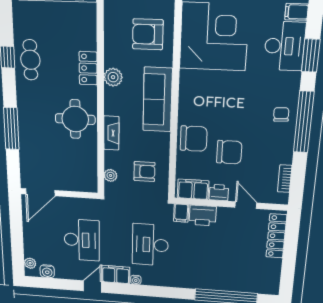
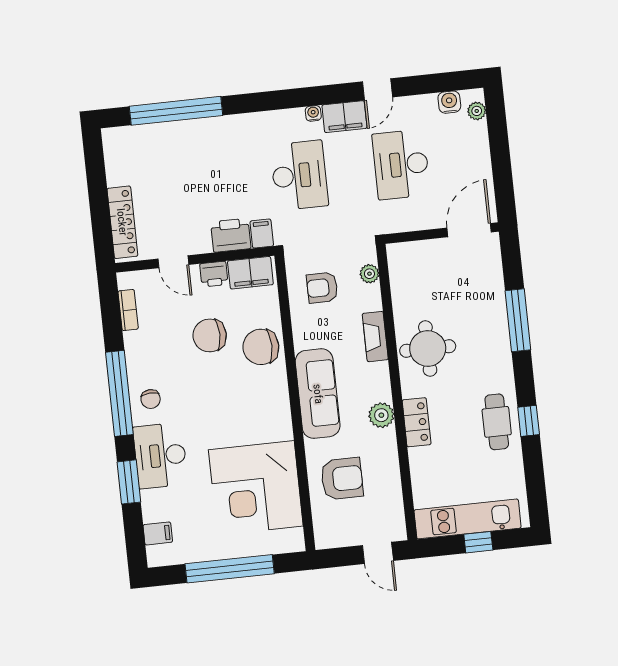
desk: (285, 46) -> (160, 456), moved

